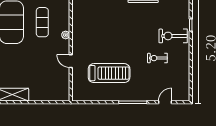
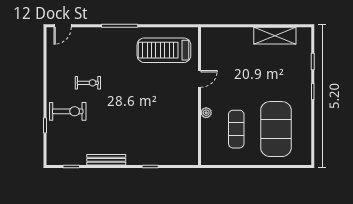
door: (71, 61) -> (199, 79), hinge flipped
treadmill: (109, 73) -> (164, 50), moved
door: (165, 102) -> (63, 26), moved

